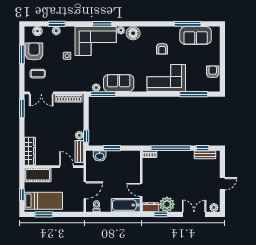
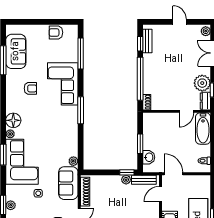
sofa: (119, 83) -> (68, 183), moved
window: (103, 94) -> (81, 110), moved
door: (85, 190) -> (173, 174), moved

